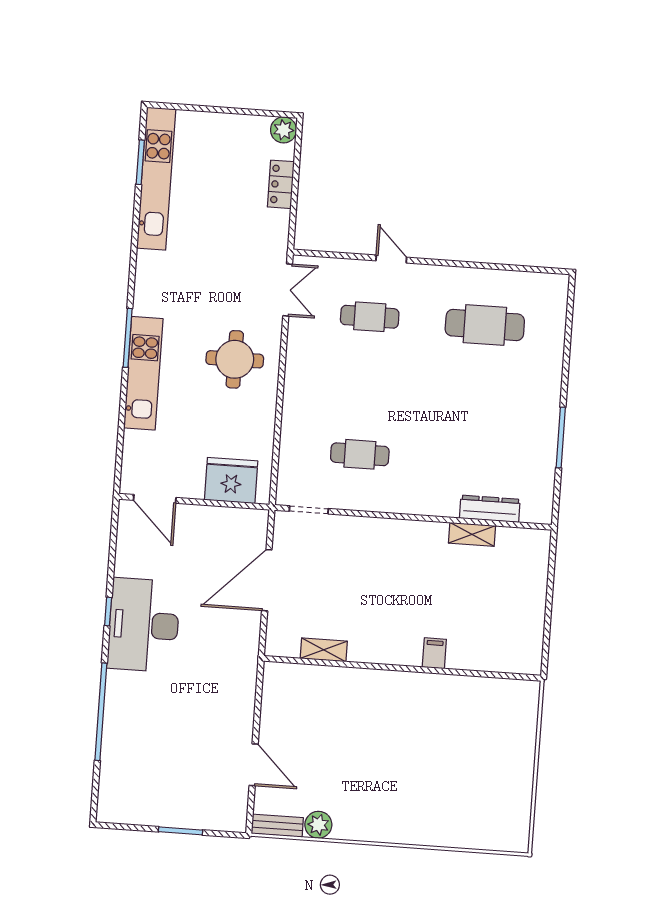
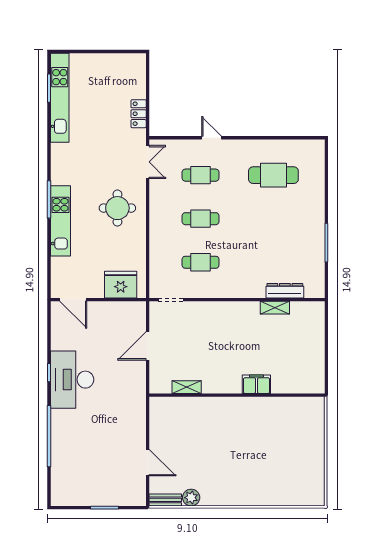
plant: (284, 130) -> (138, 61), removed
locker: (281, 184) -> (139, 114), moved
cafe table: (365, 386) -> (201, 219), added
door: (267, 580) -> (148, 346), width x0.73
filing cabinet: (434, 653) -> (256, 384), width x2.00

